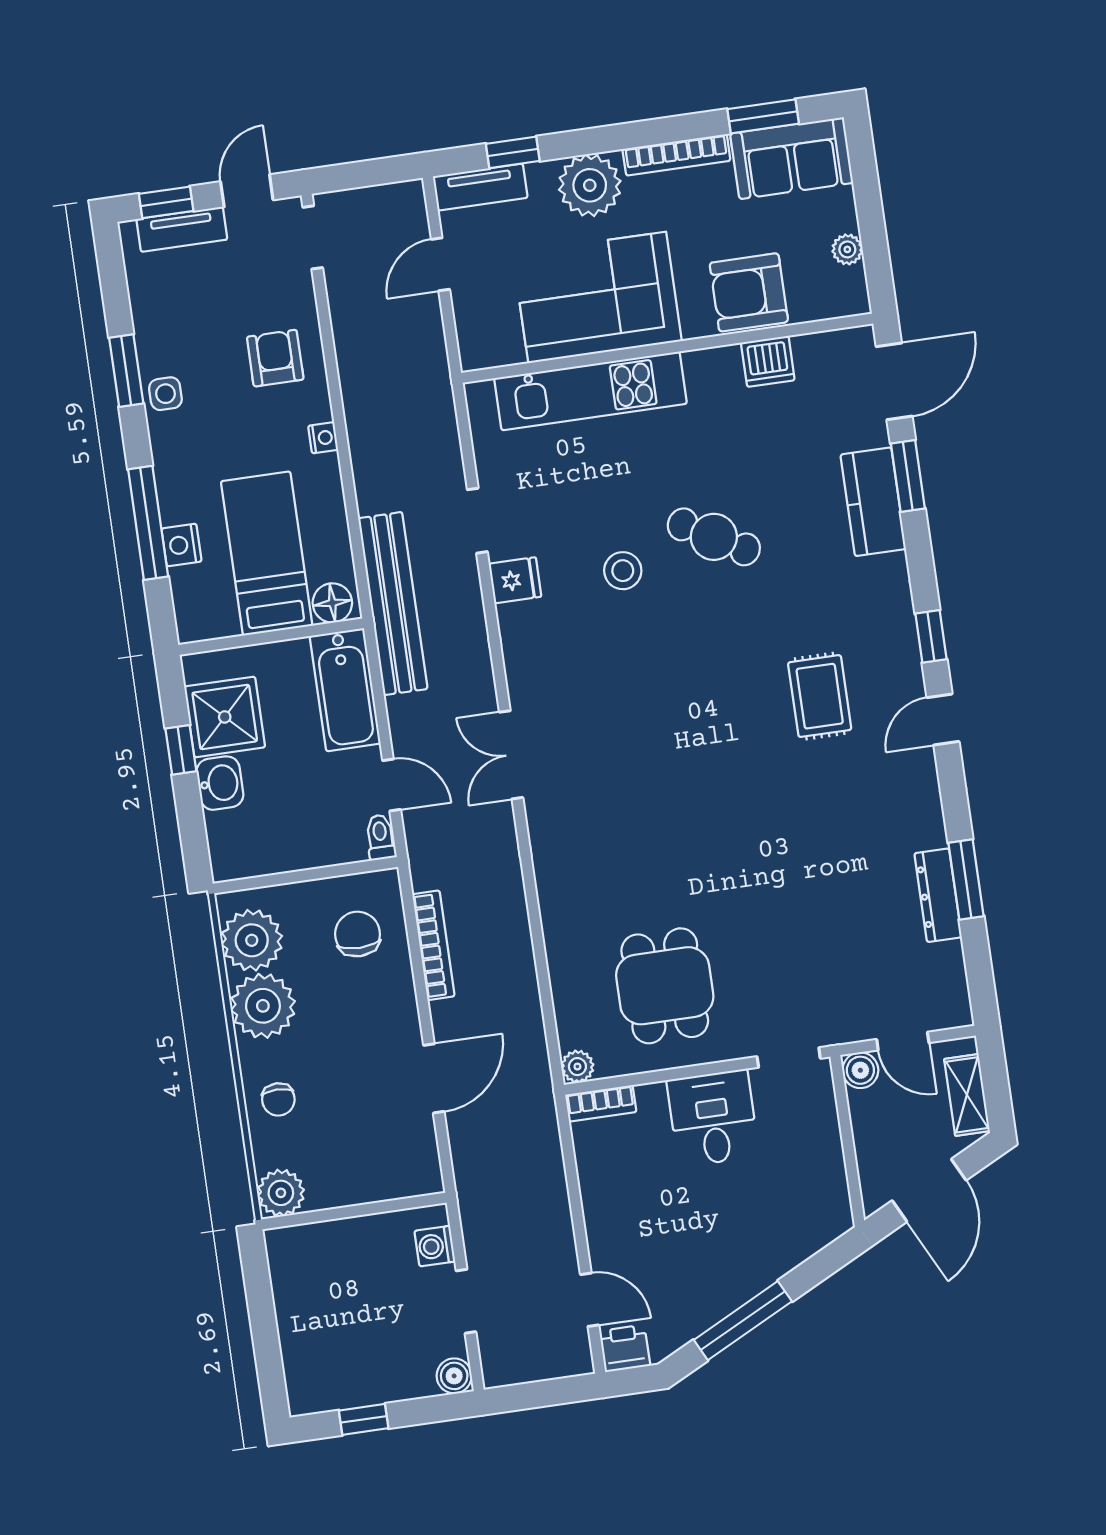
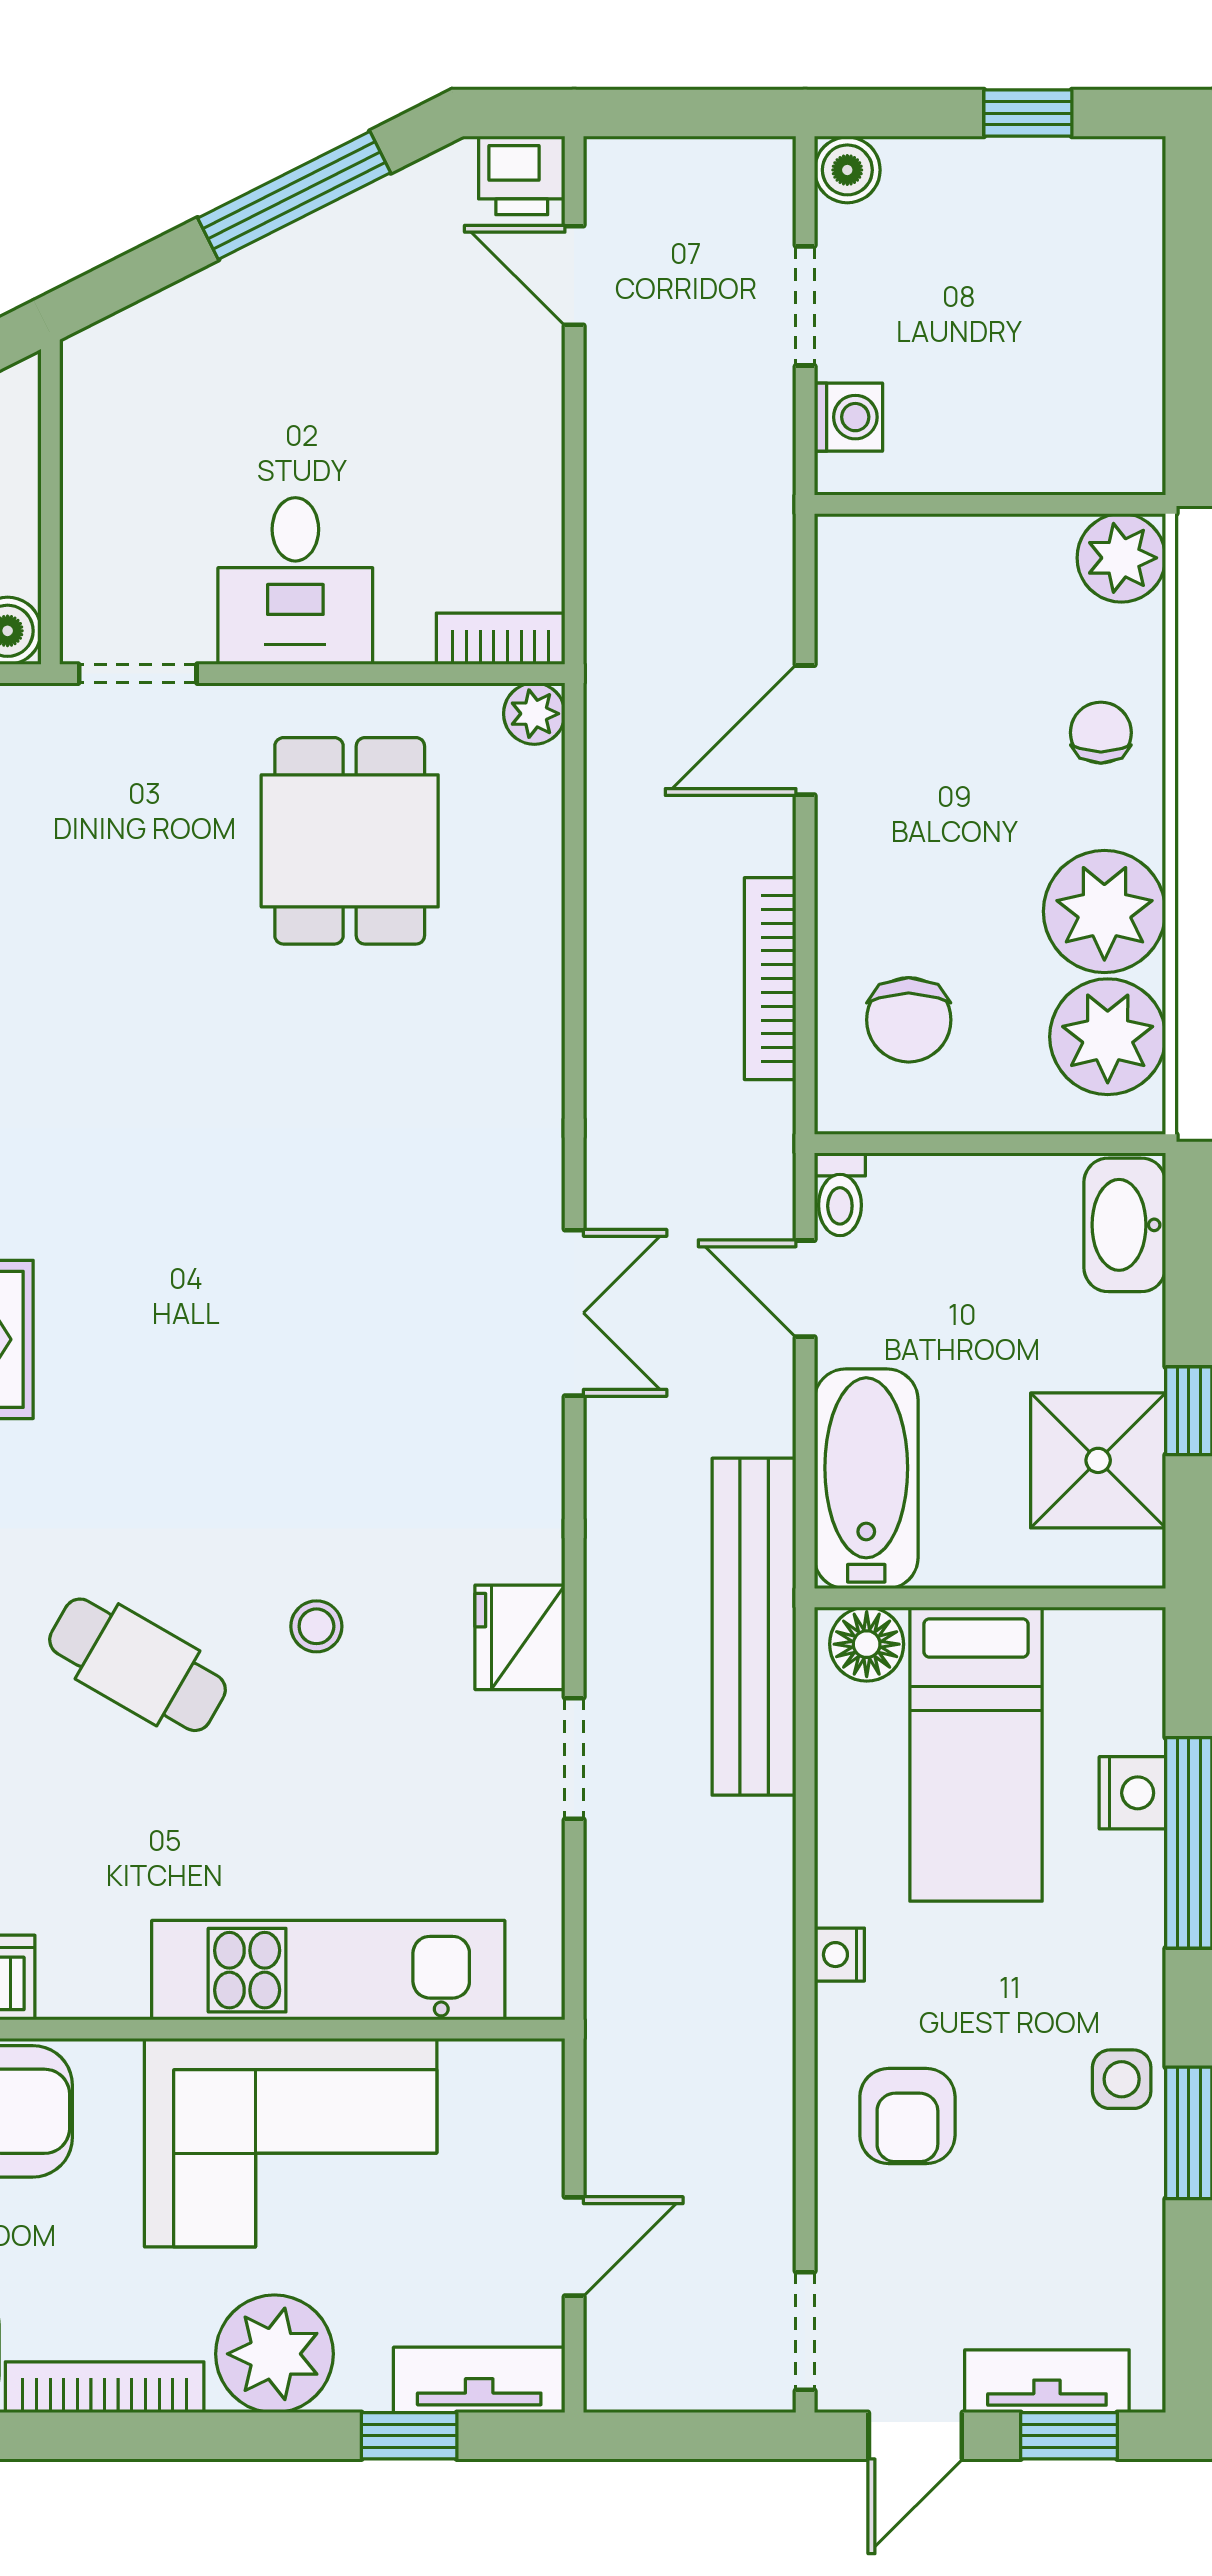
stool: (623, 571) -> (316, 1626), width x0.73, depth x0.73
fridge: (515, 580) -> (520, 1637), width x1.38
washbasin: (220, 783) -> (1125, 1225), moved, width x1.38

